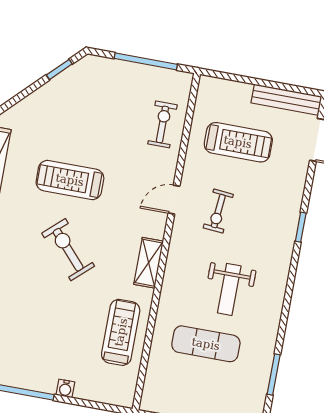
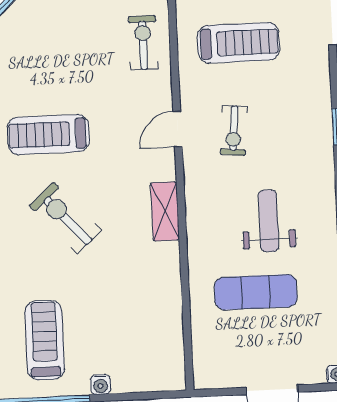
weight bench: (229, 289) -> (269, 221), turned 180
treadmill: (121, 332) -> (45, 340), moved

